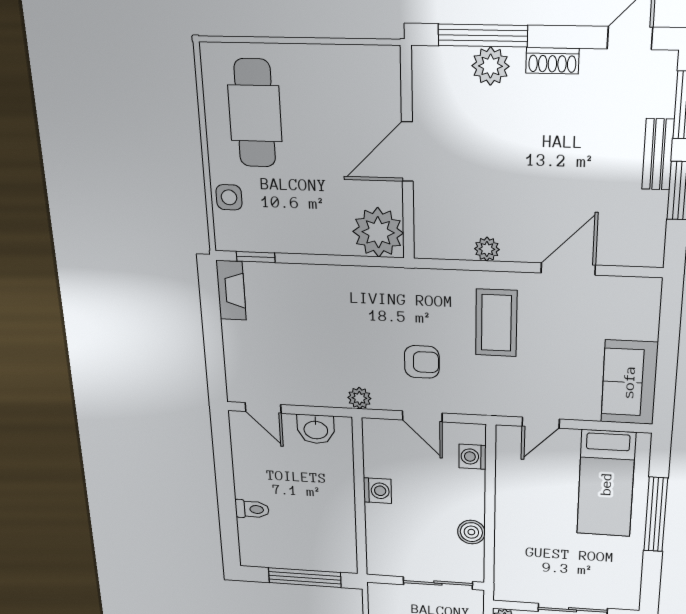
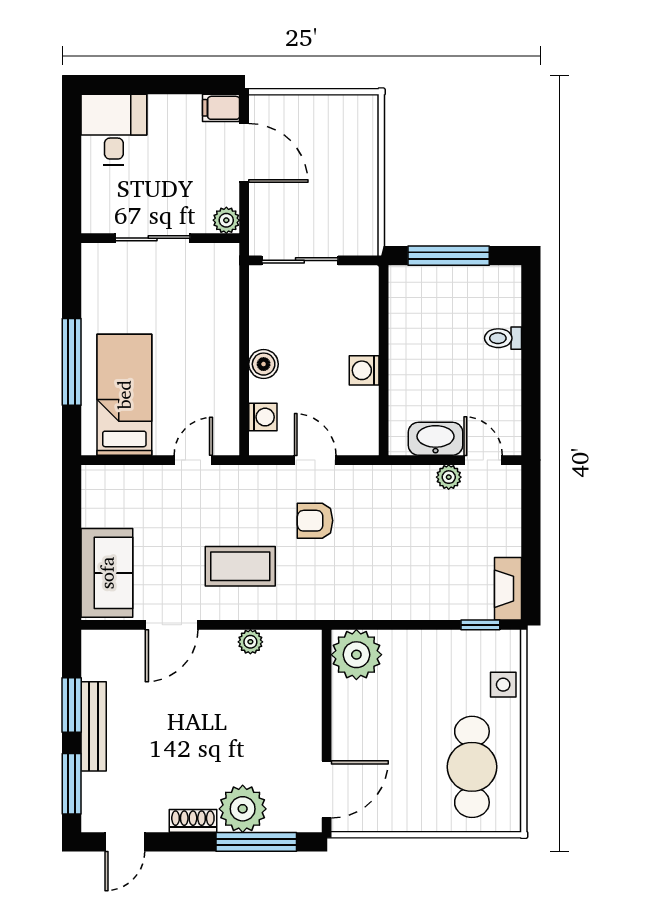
plant: (490, 66) -> (243, 809), width x1.36, depth x1.36
door: (407, 152) -> (327, 789), moved
bench: (658, 154) -> (94, 726), width x1.36
coffee table: (496, 323) -> (240, 566), turned 90
sofa: (629, 382) -> (107, 573), moved
plant: (359, 398) -> (449, 477), moved
washbasin: (316, 429) -> (436, 439), width x1.38
boiler: (471, 532) -> (264, 364), moved

